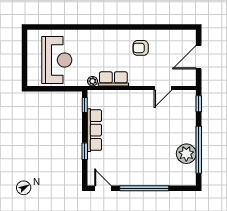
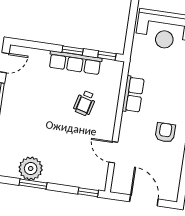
plant: (92, 81) -> (134, 69), removed
wheelchair: (126, 117) -> (85, 103), added
window: (199, 150) -> (33, 184), width x0.47
window: (85, 151) -> (73, 51), moved

